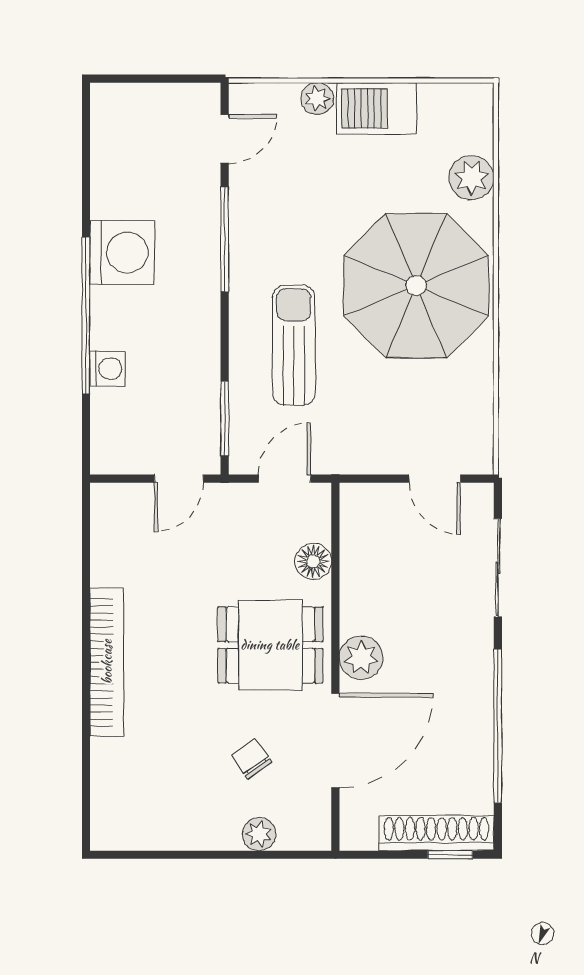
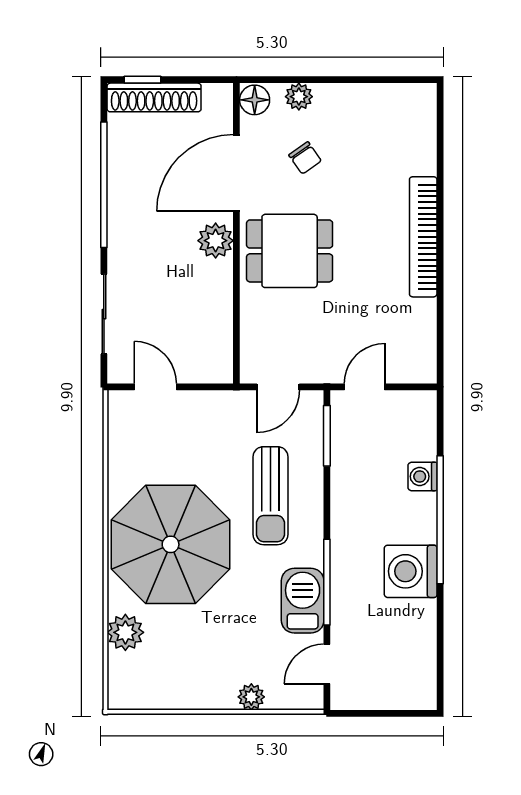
barbecue: (376, 108) -> (303, 601), moved, turned -90
floor lamp: (313, 561) -> (255, 100), moved

